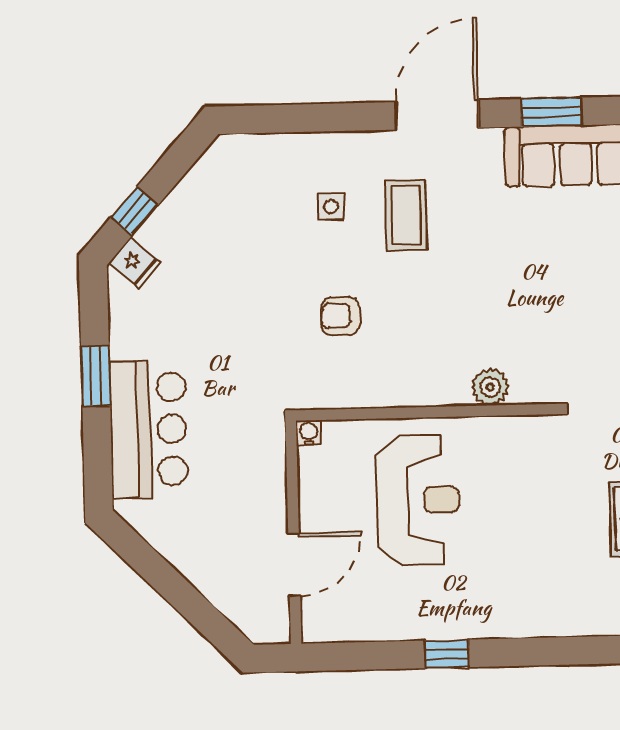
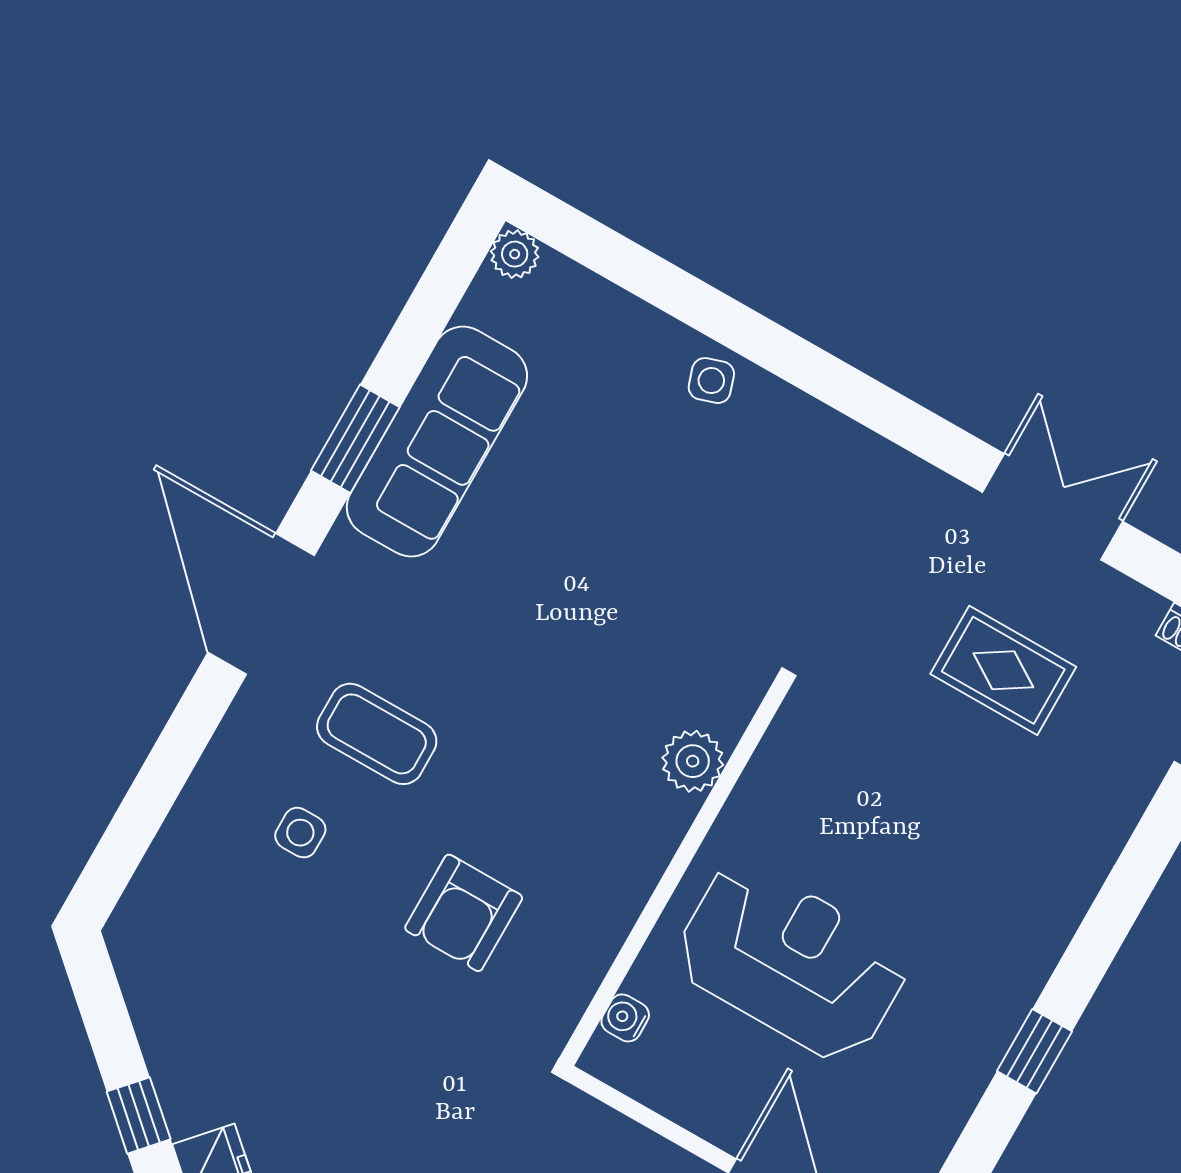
armchair: (340, 316) -> (464, 913), width x1.38, depth x1.38
water cooler: (309, 433) -> (625, 1018), moved

